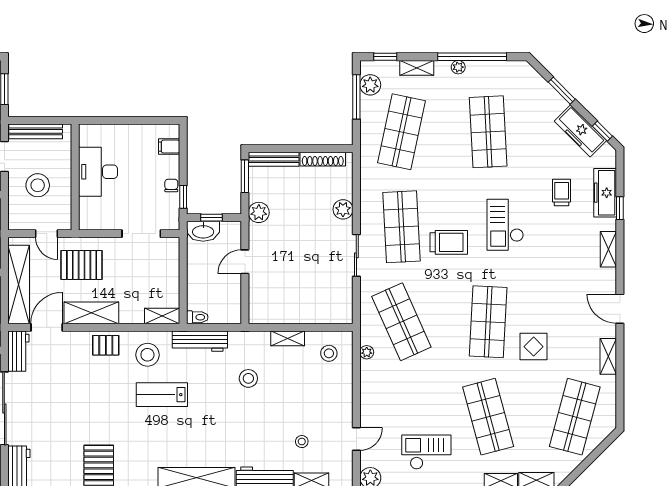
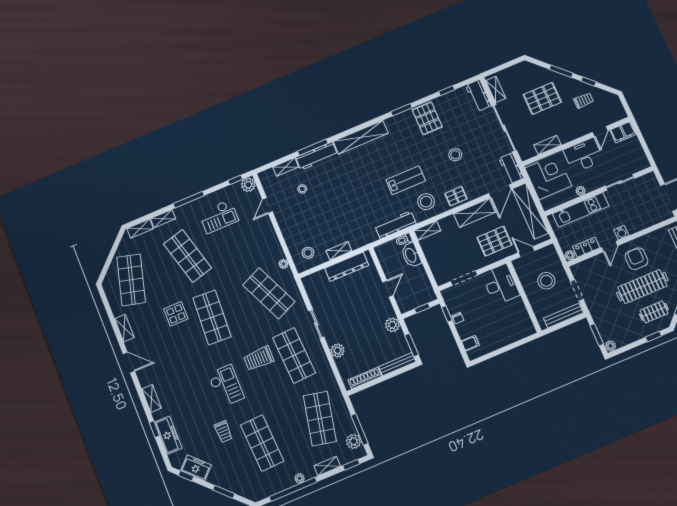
freezer: (580, 131) -> (196, 468), width x0.71
desk: (98, 172) -> (501, 284), moved
trolley: (562, 193) -> (223, 432), moved
washbasin: (203, 231) -> (411, 255), moved, turned -90
dresser: (286, 313) -> (347, 267), added
stool: (248, 378) -> (455, 155), moved

